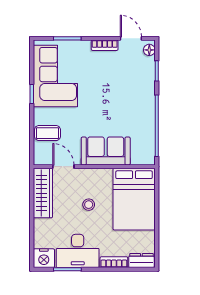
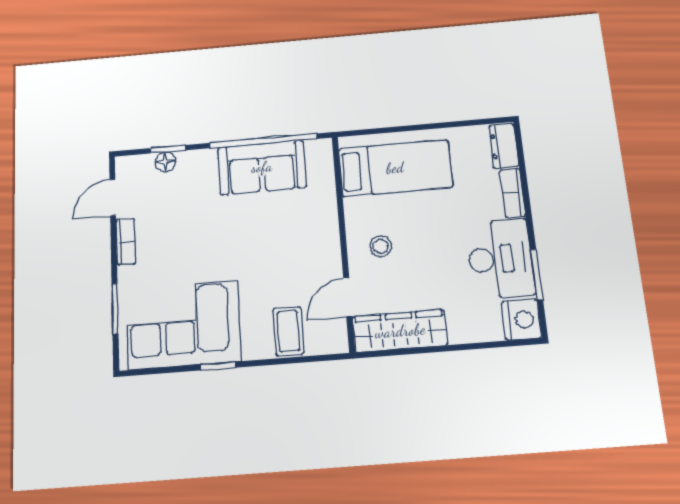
floor lamp: (149, 50) -> (165, 162), moved
sofa: (106, 151) -> (262, 167), moved, turned -90
bed: (134, 199) -> (395, 168), width x0.67
stool: (89, 205) -> (381, 246), moved

